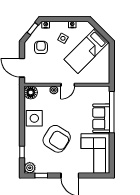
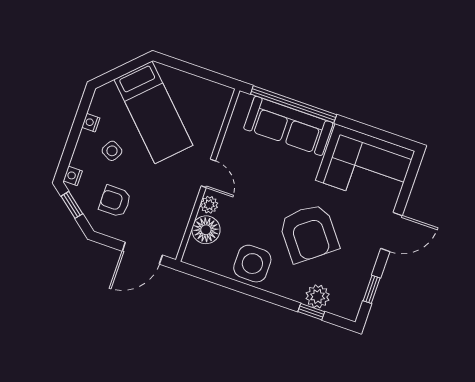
floor lamp: (31, 92) -> (206, 230), moved
sofa: (101, 118) -> (288, 126), width x1.36
armchair: (57, 139) -> (309, 233), turned 110
plant: (30, 168) -> (318, 296), moved

